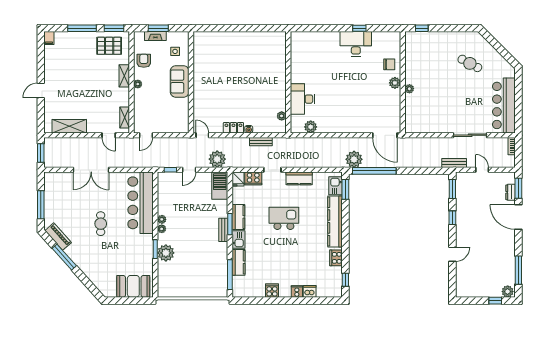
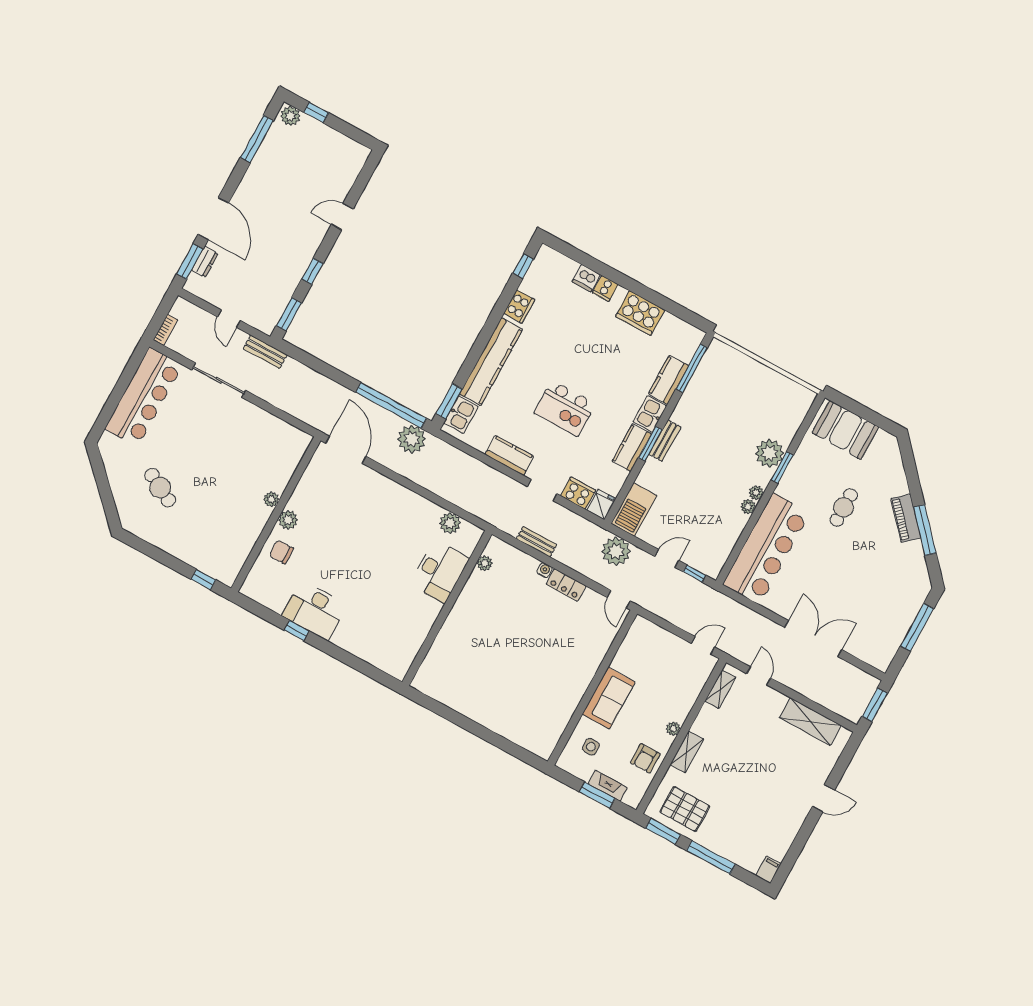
cafe table: (101, 224) -> (844, 507), moved
piano: (58, 237) -> (906, 518), moved
cooker: (272, 291) -> (640, 313), width x1.87, depth x1.31

